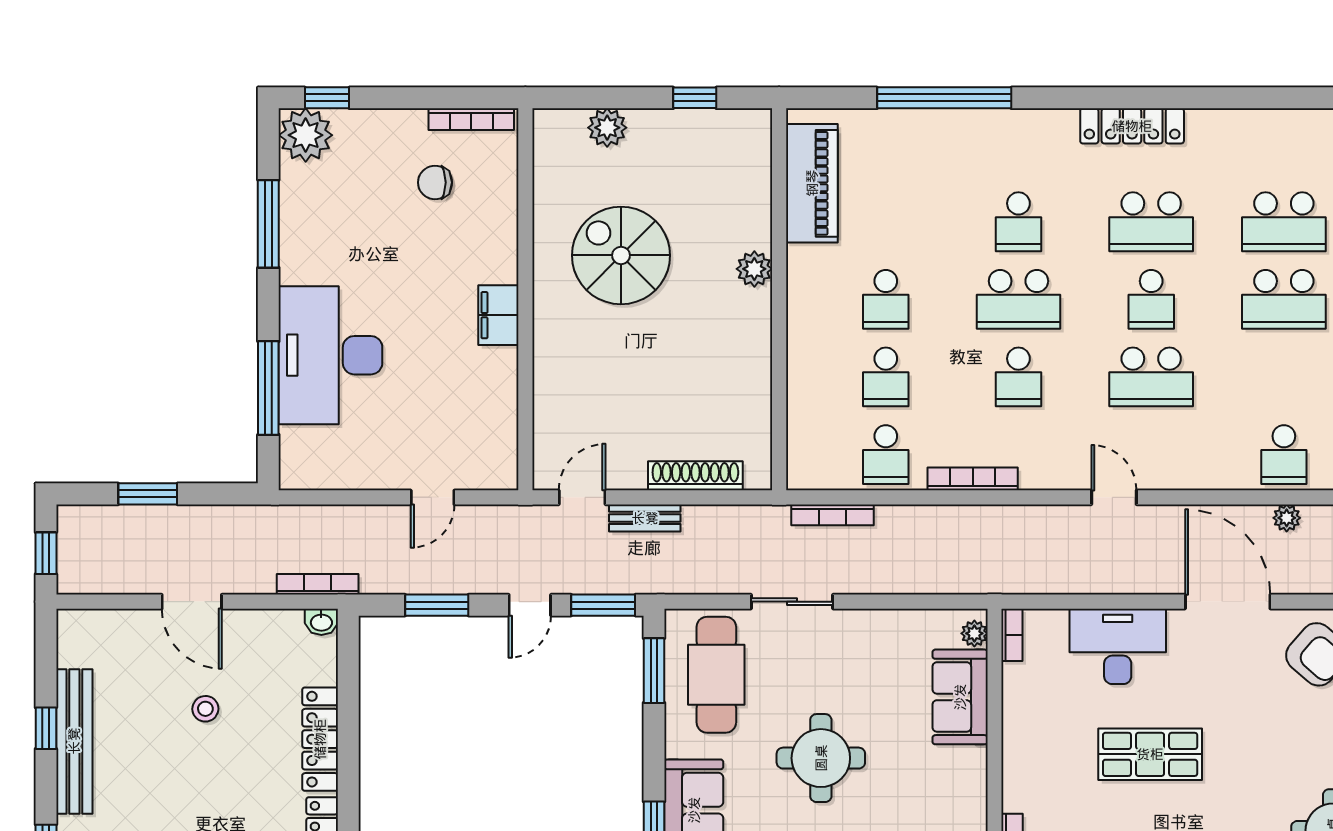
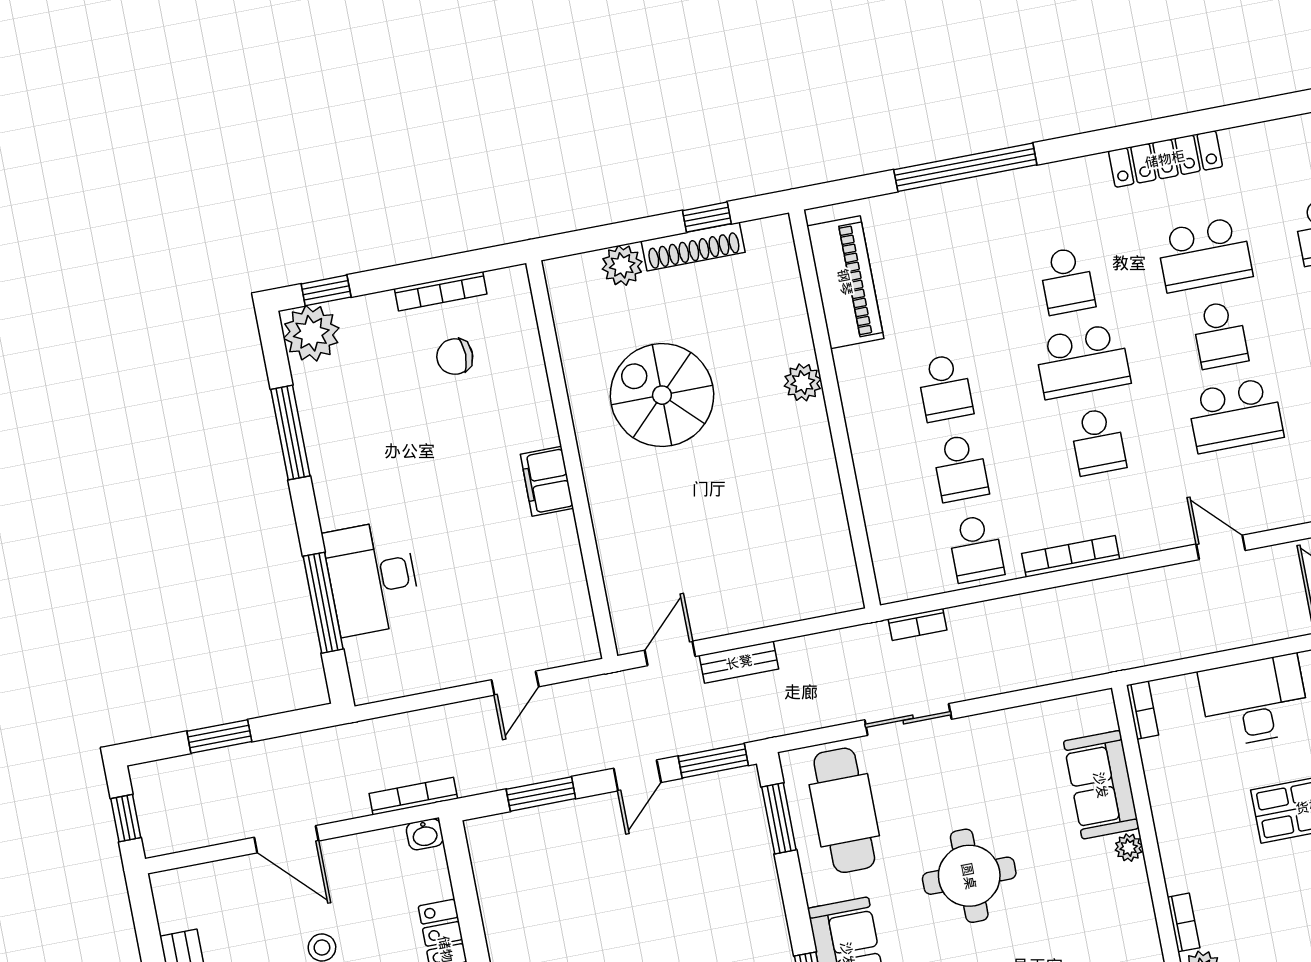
bookcase: (471, 119) -> (441, 291), moved
desk: (330, 355) -> (372, 578), width x0.73, depth x0.77
shoe rack: (695, 476) -> (693, 247), moved, turned 180
bookcase: (833, 515) -> (917, 624), width x0.64
plant: (974, 633) -> (1129, 848), moved

